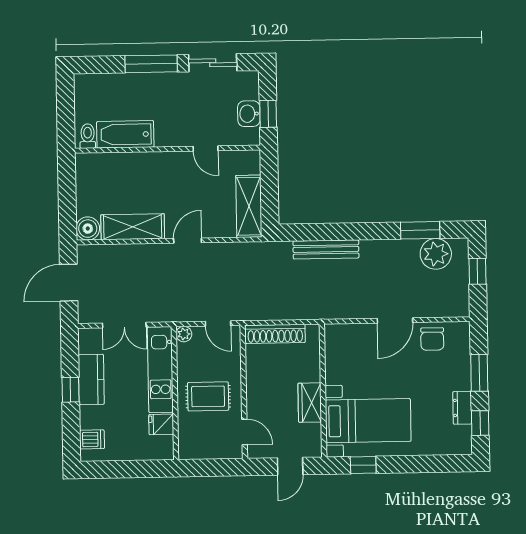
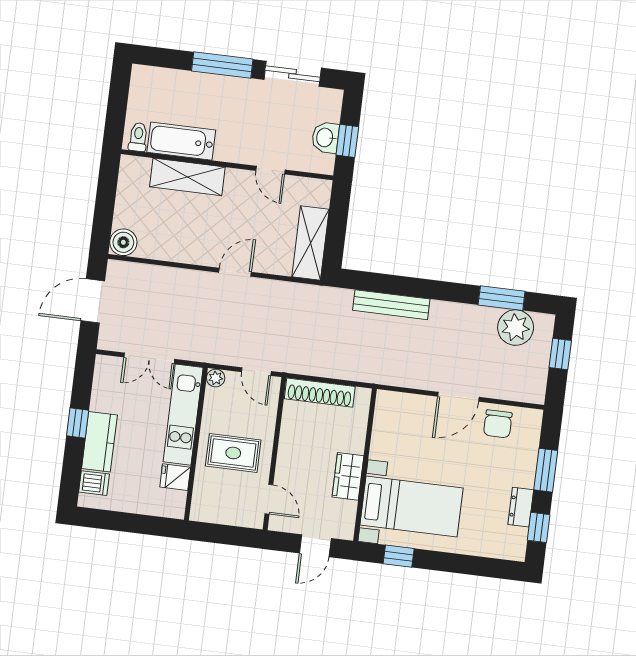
shelving: (133, 227) -> (187, 177), moved
kitchen counter: (91, 379) -> (99, 442), moved

